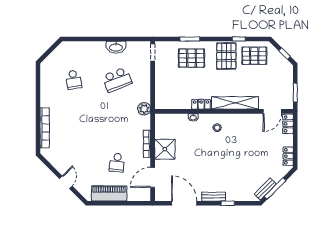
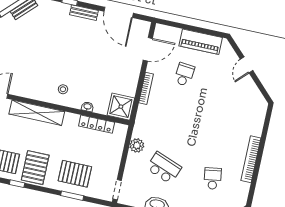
school desk: (117, 80) -> (164, 168), turned 42
locker: (201, 104) -> (97, 124), moved, width x1.53
plant: (144, 109) -> (137, 145), moved
bookcase: (45, 128) -> (251, 159), moved
shower: (165, 149) -> (121, 107), moved

